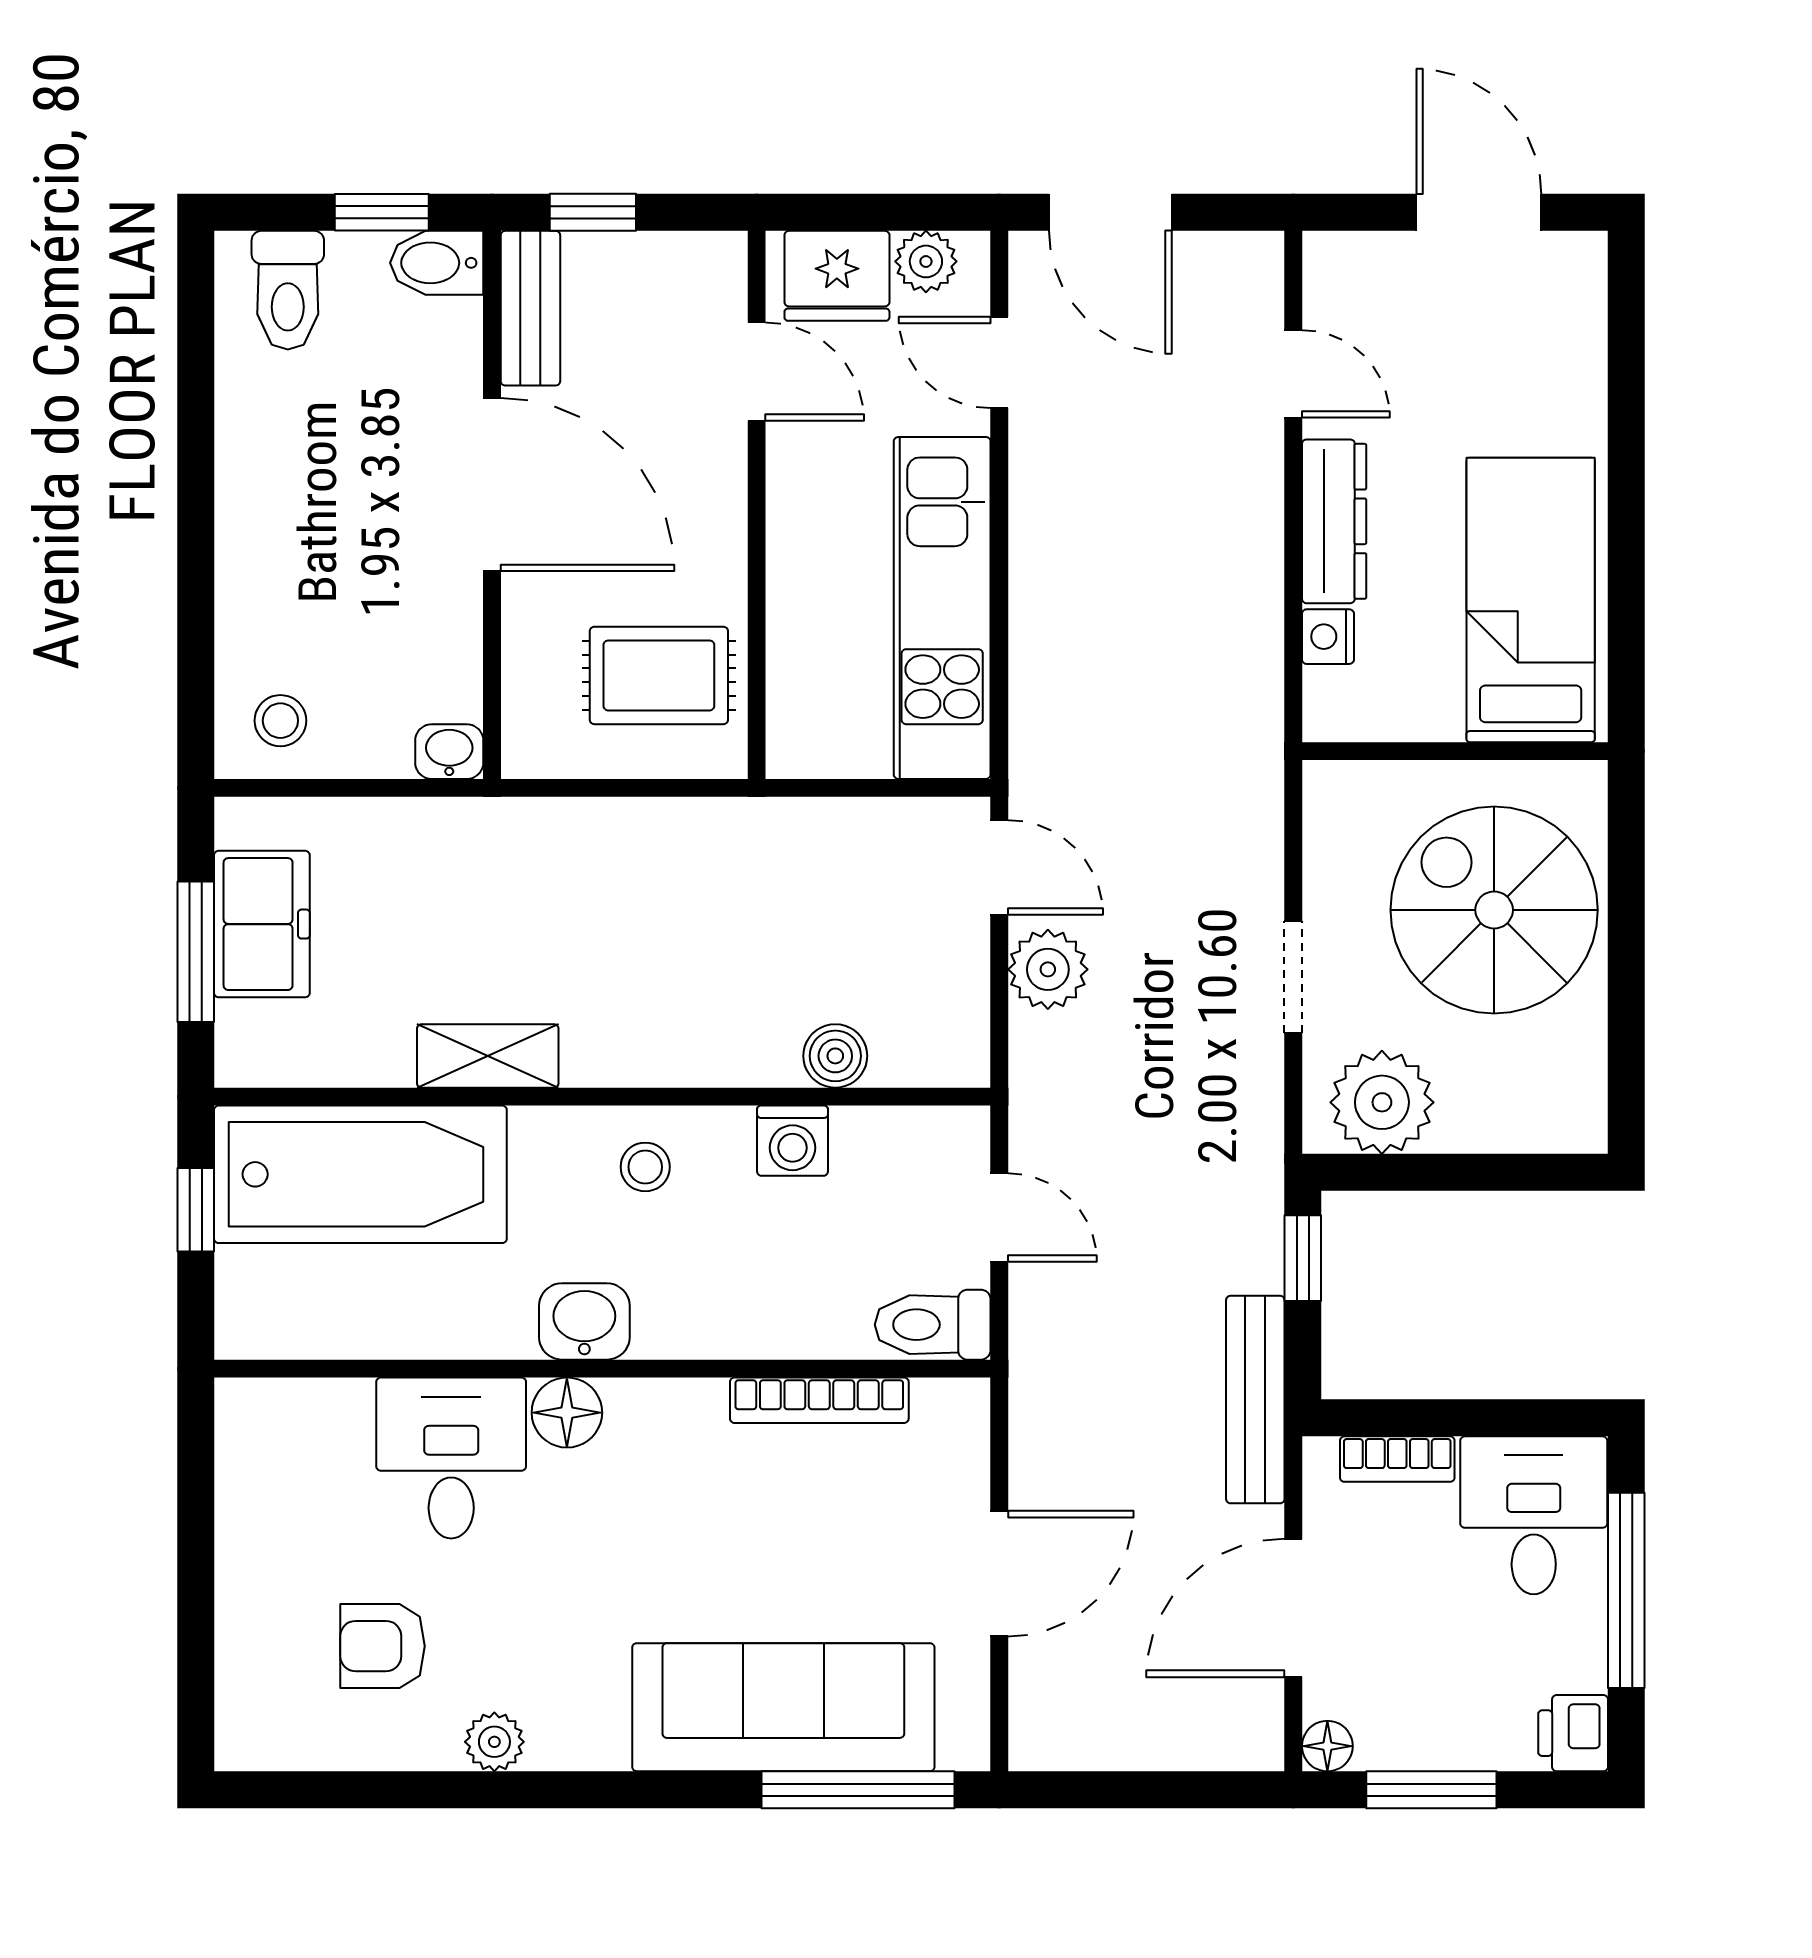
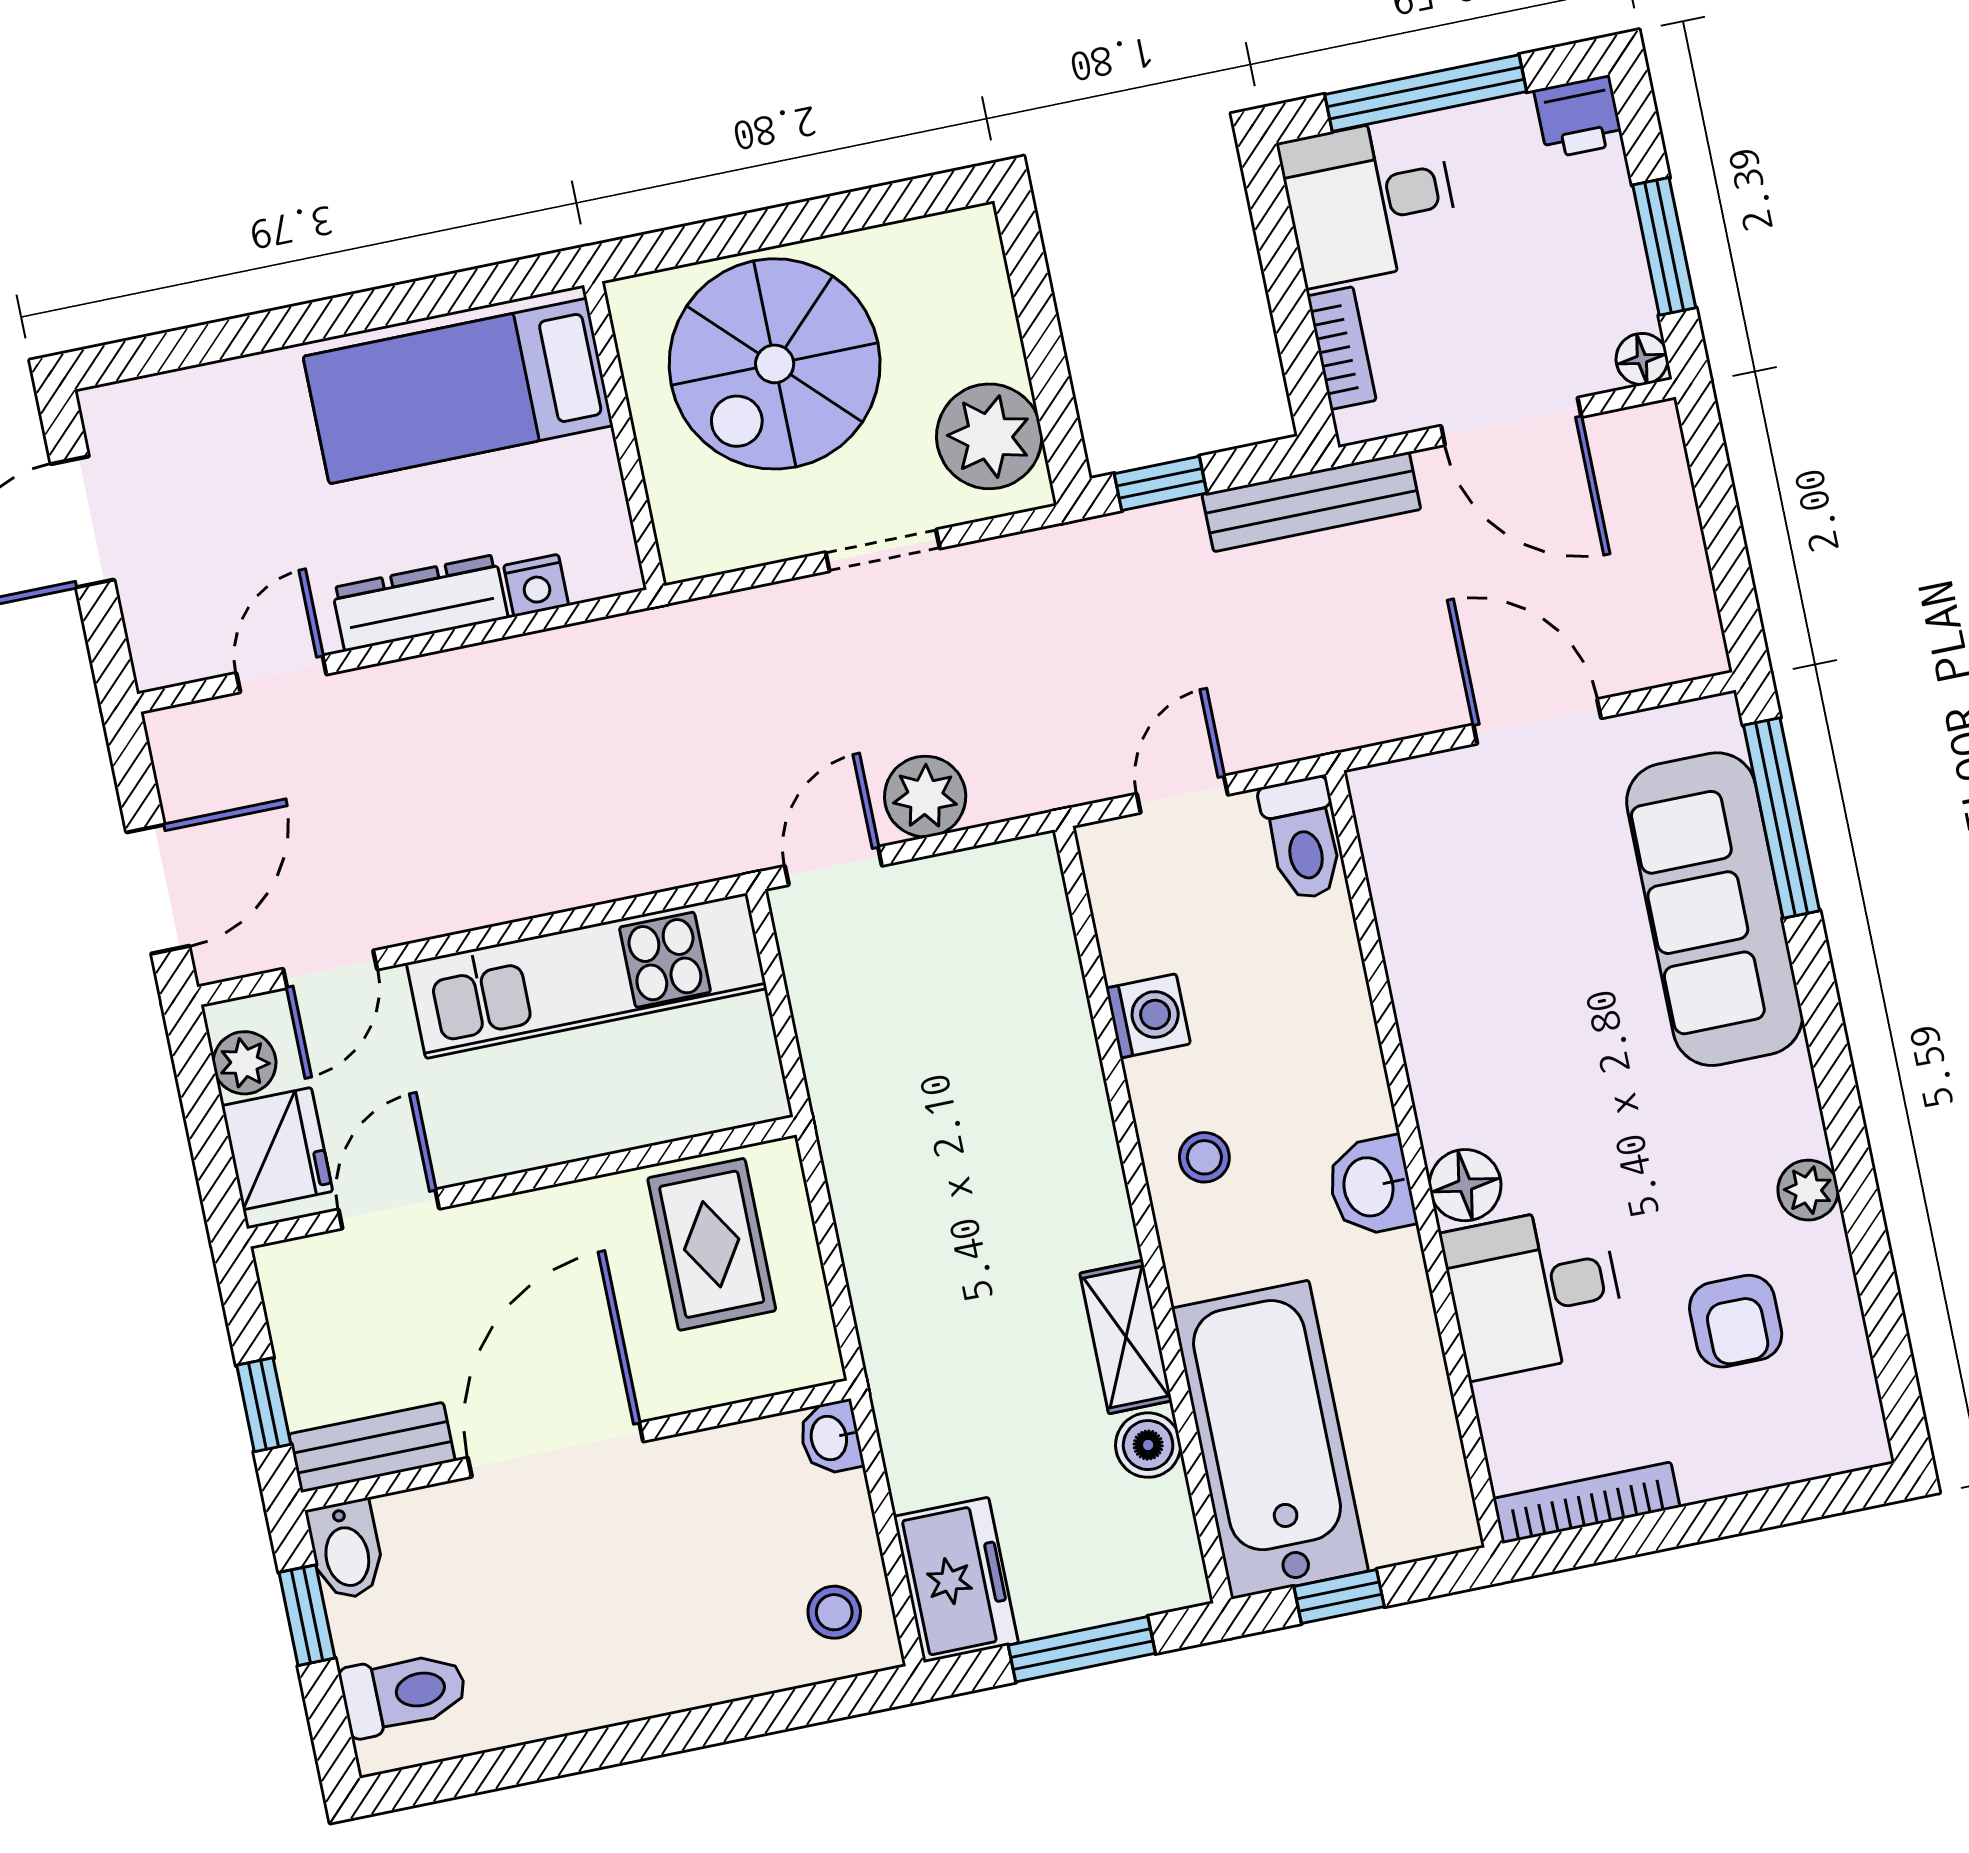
freezer: (262, 924) -> (956, 1580), moved, turned 90
boiler: (835, 1056) -> (1148, 1445), moved
bookcase: (819, 1400) -> (1586, 1503), moved, turned -90

